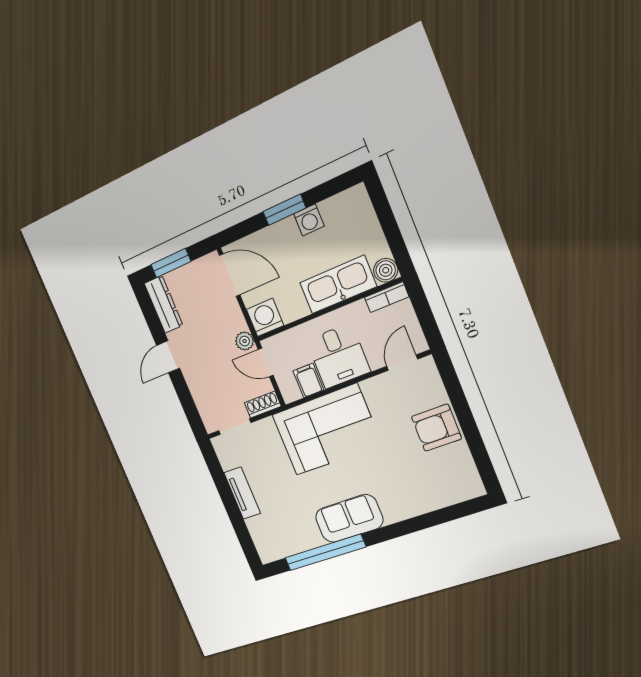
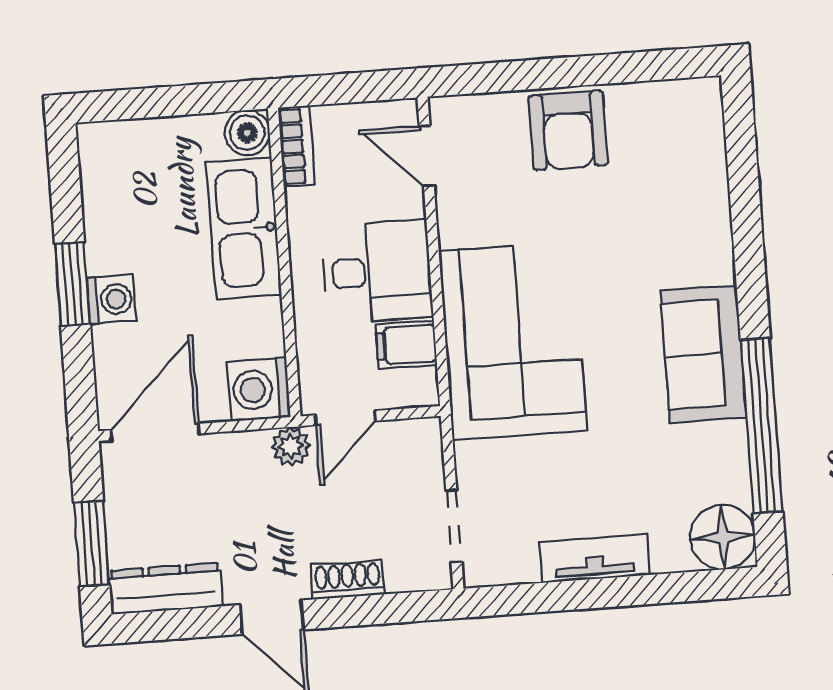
washing machine: (309, 220) -> (111, 299), moved
shoe rack: (263, 404) -> (347, 580), moved, turned 90
floor lamp: (270, 547) -> (723, 537), added

